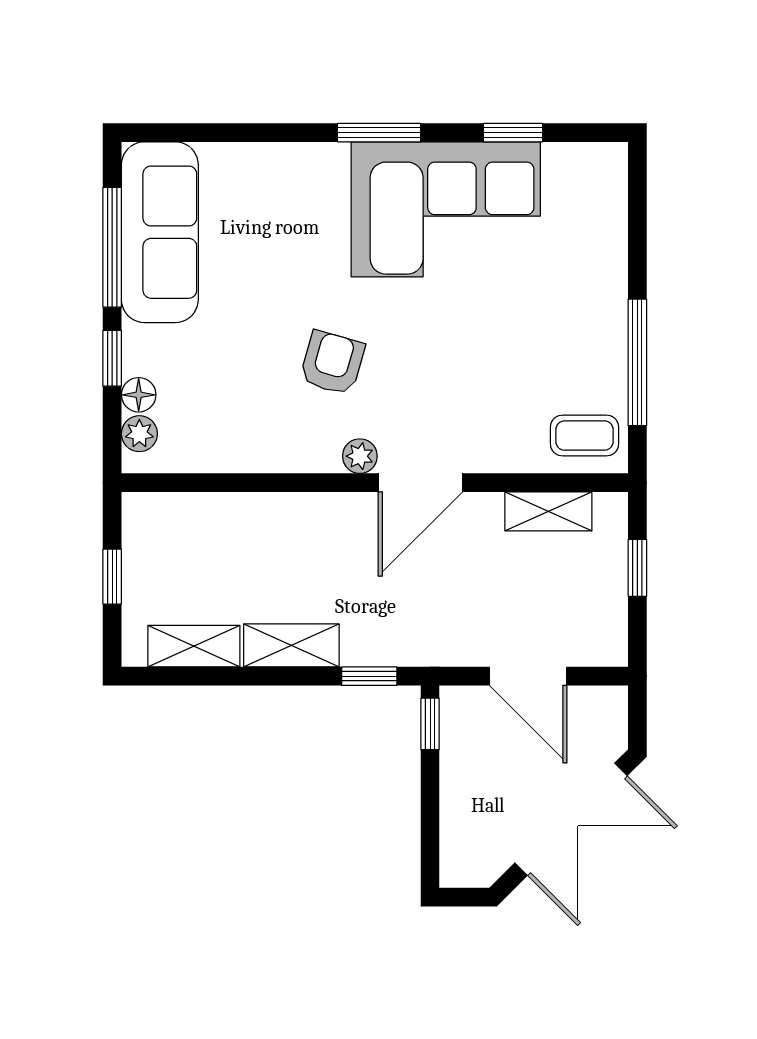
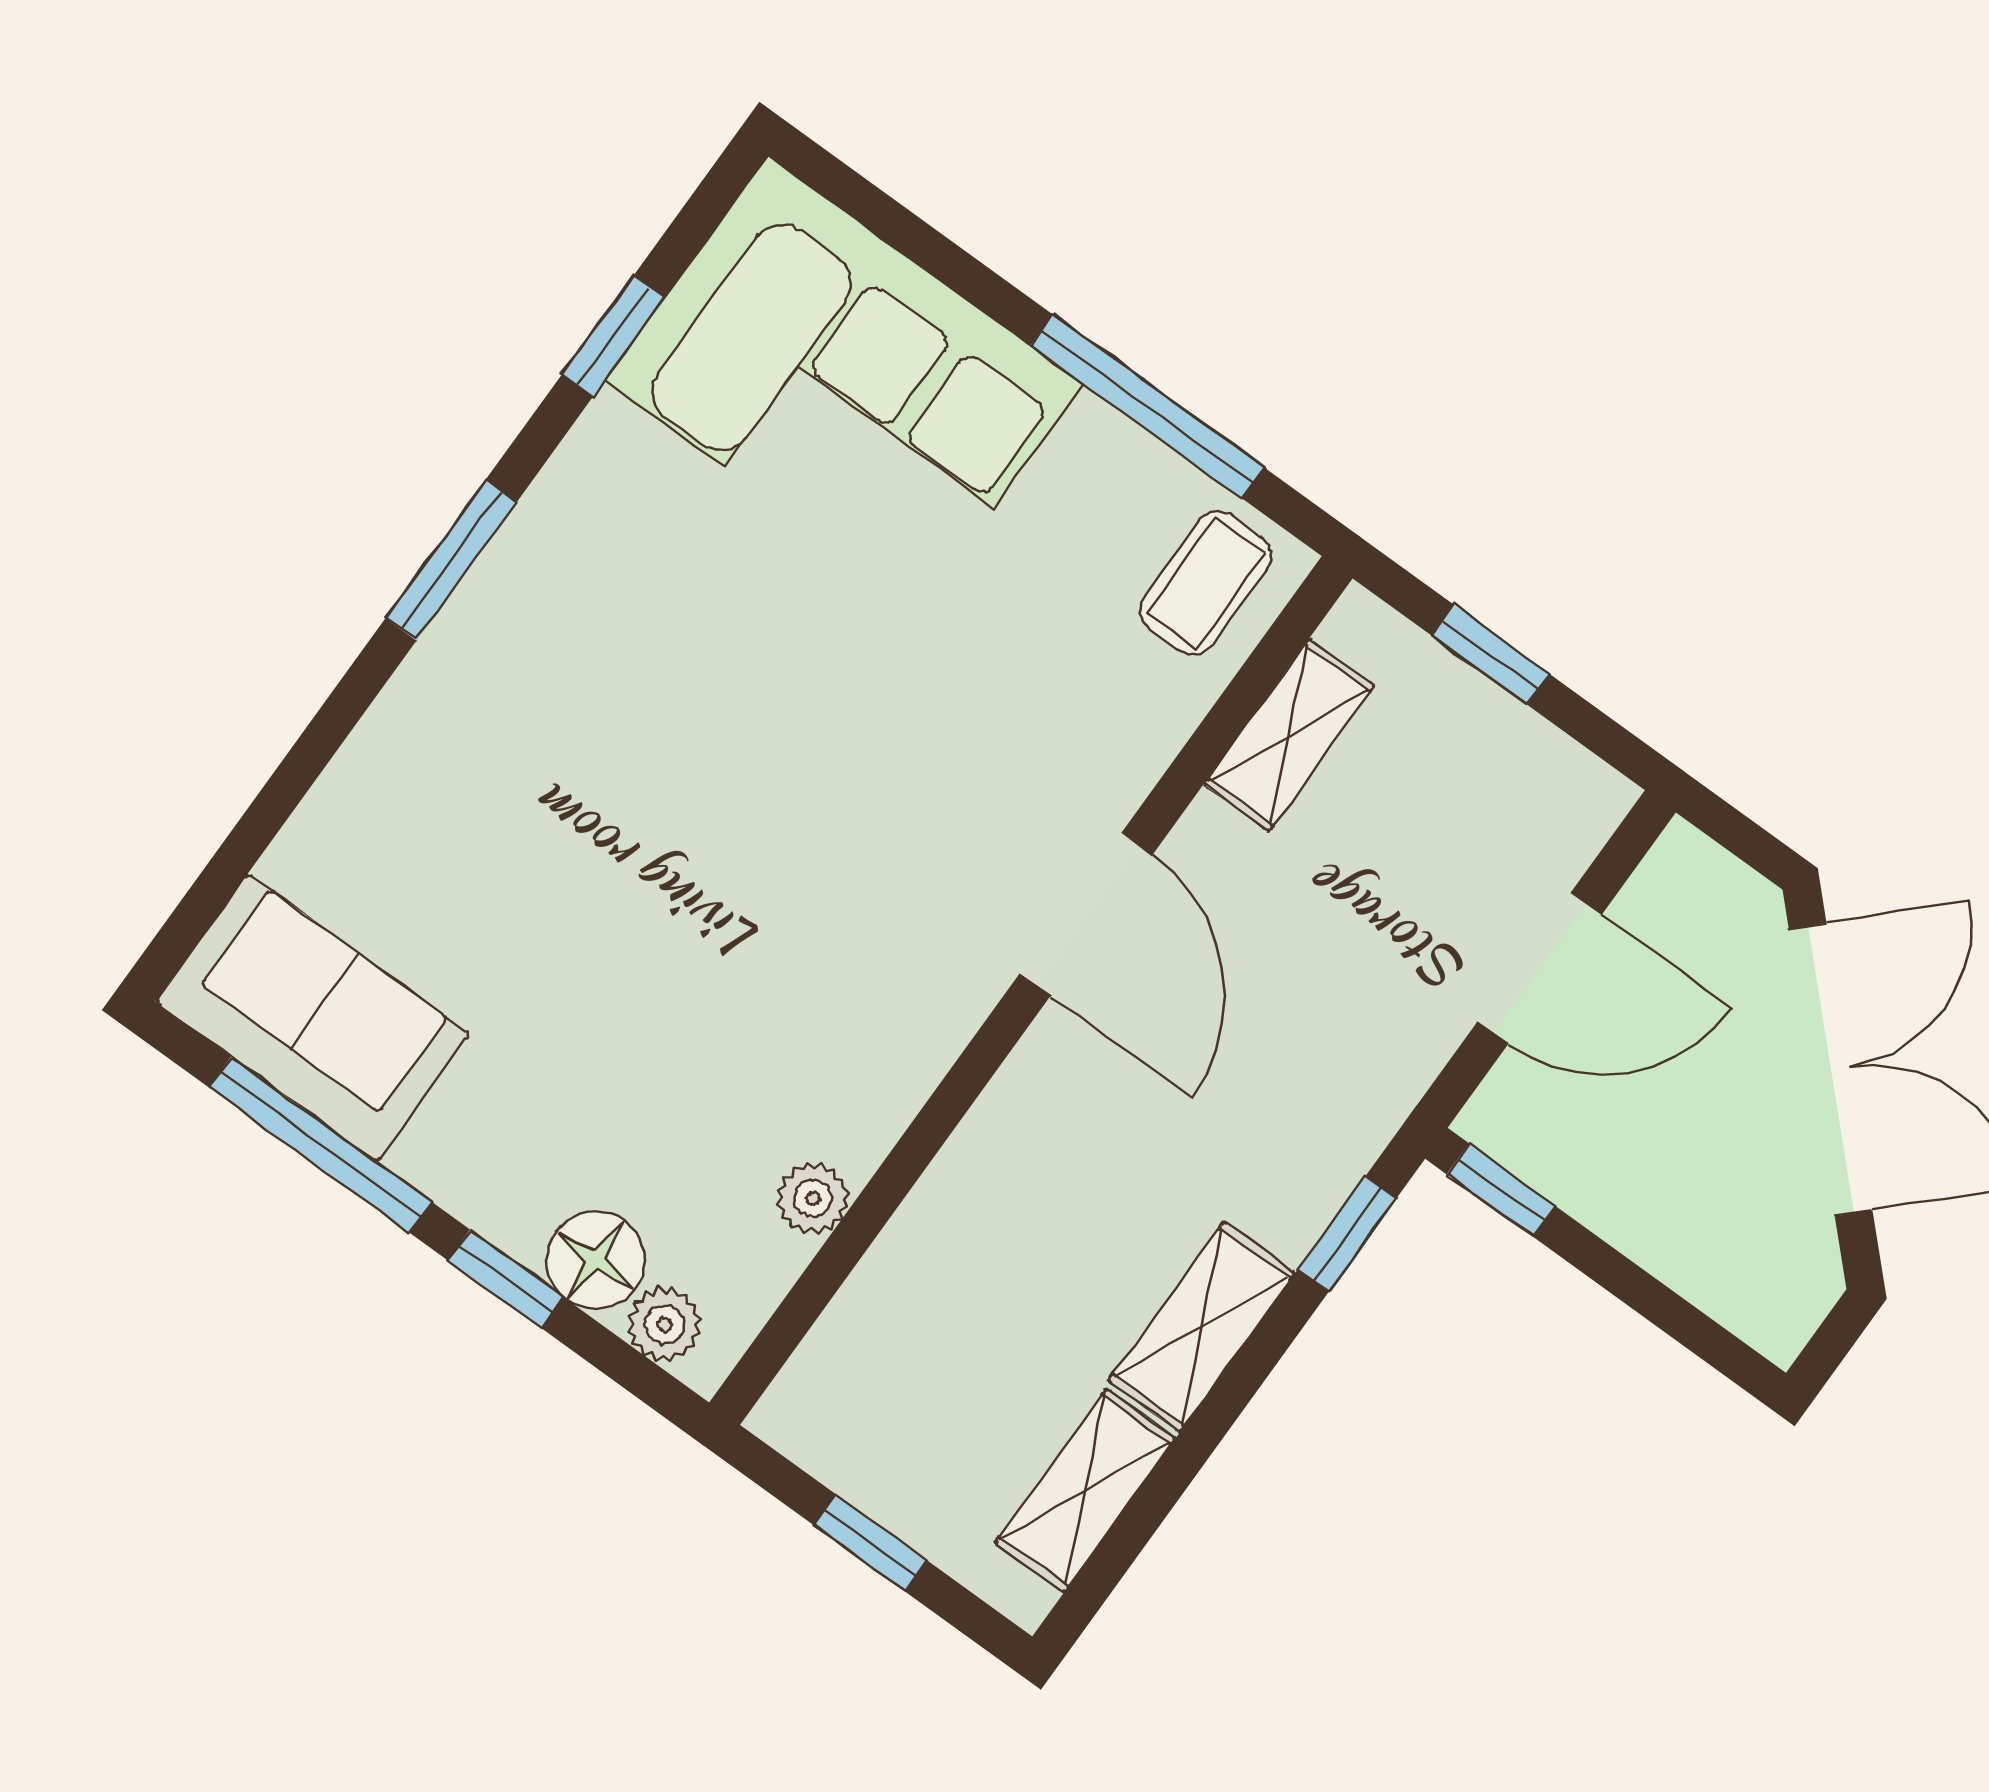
corner sofa: (446, 209) -> (844, 382), moved, turned 90
sofa: (160, 232) -> (312, 1018), width x0.73
armchair: (332, 363) -> (779, 917), removed
floor lamp: (139, 395) -> (596, 1260), width x1.37, depth x1.37
plant: (360, 456) -> (813, 1198), moved

